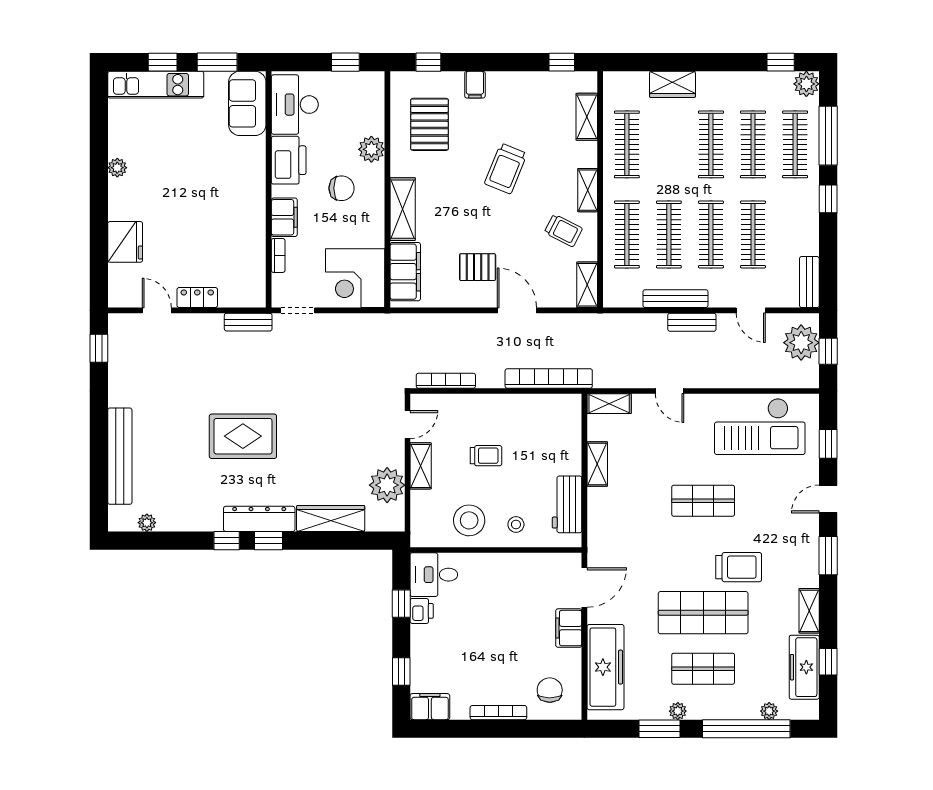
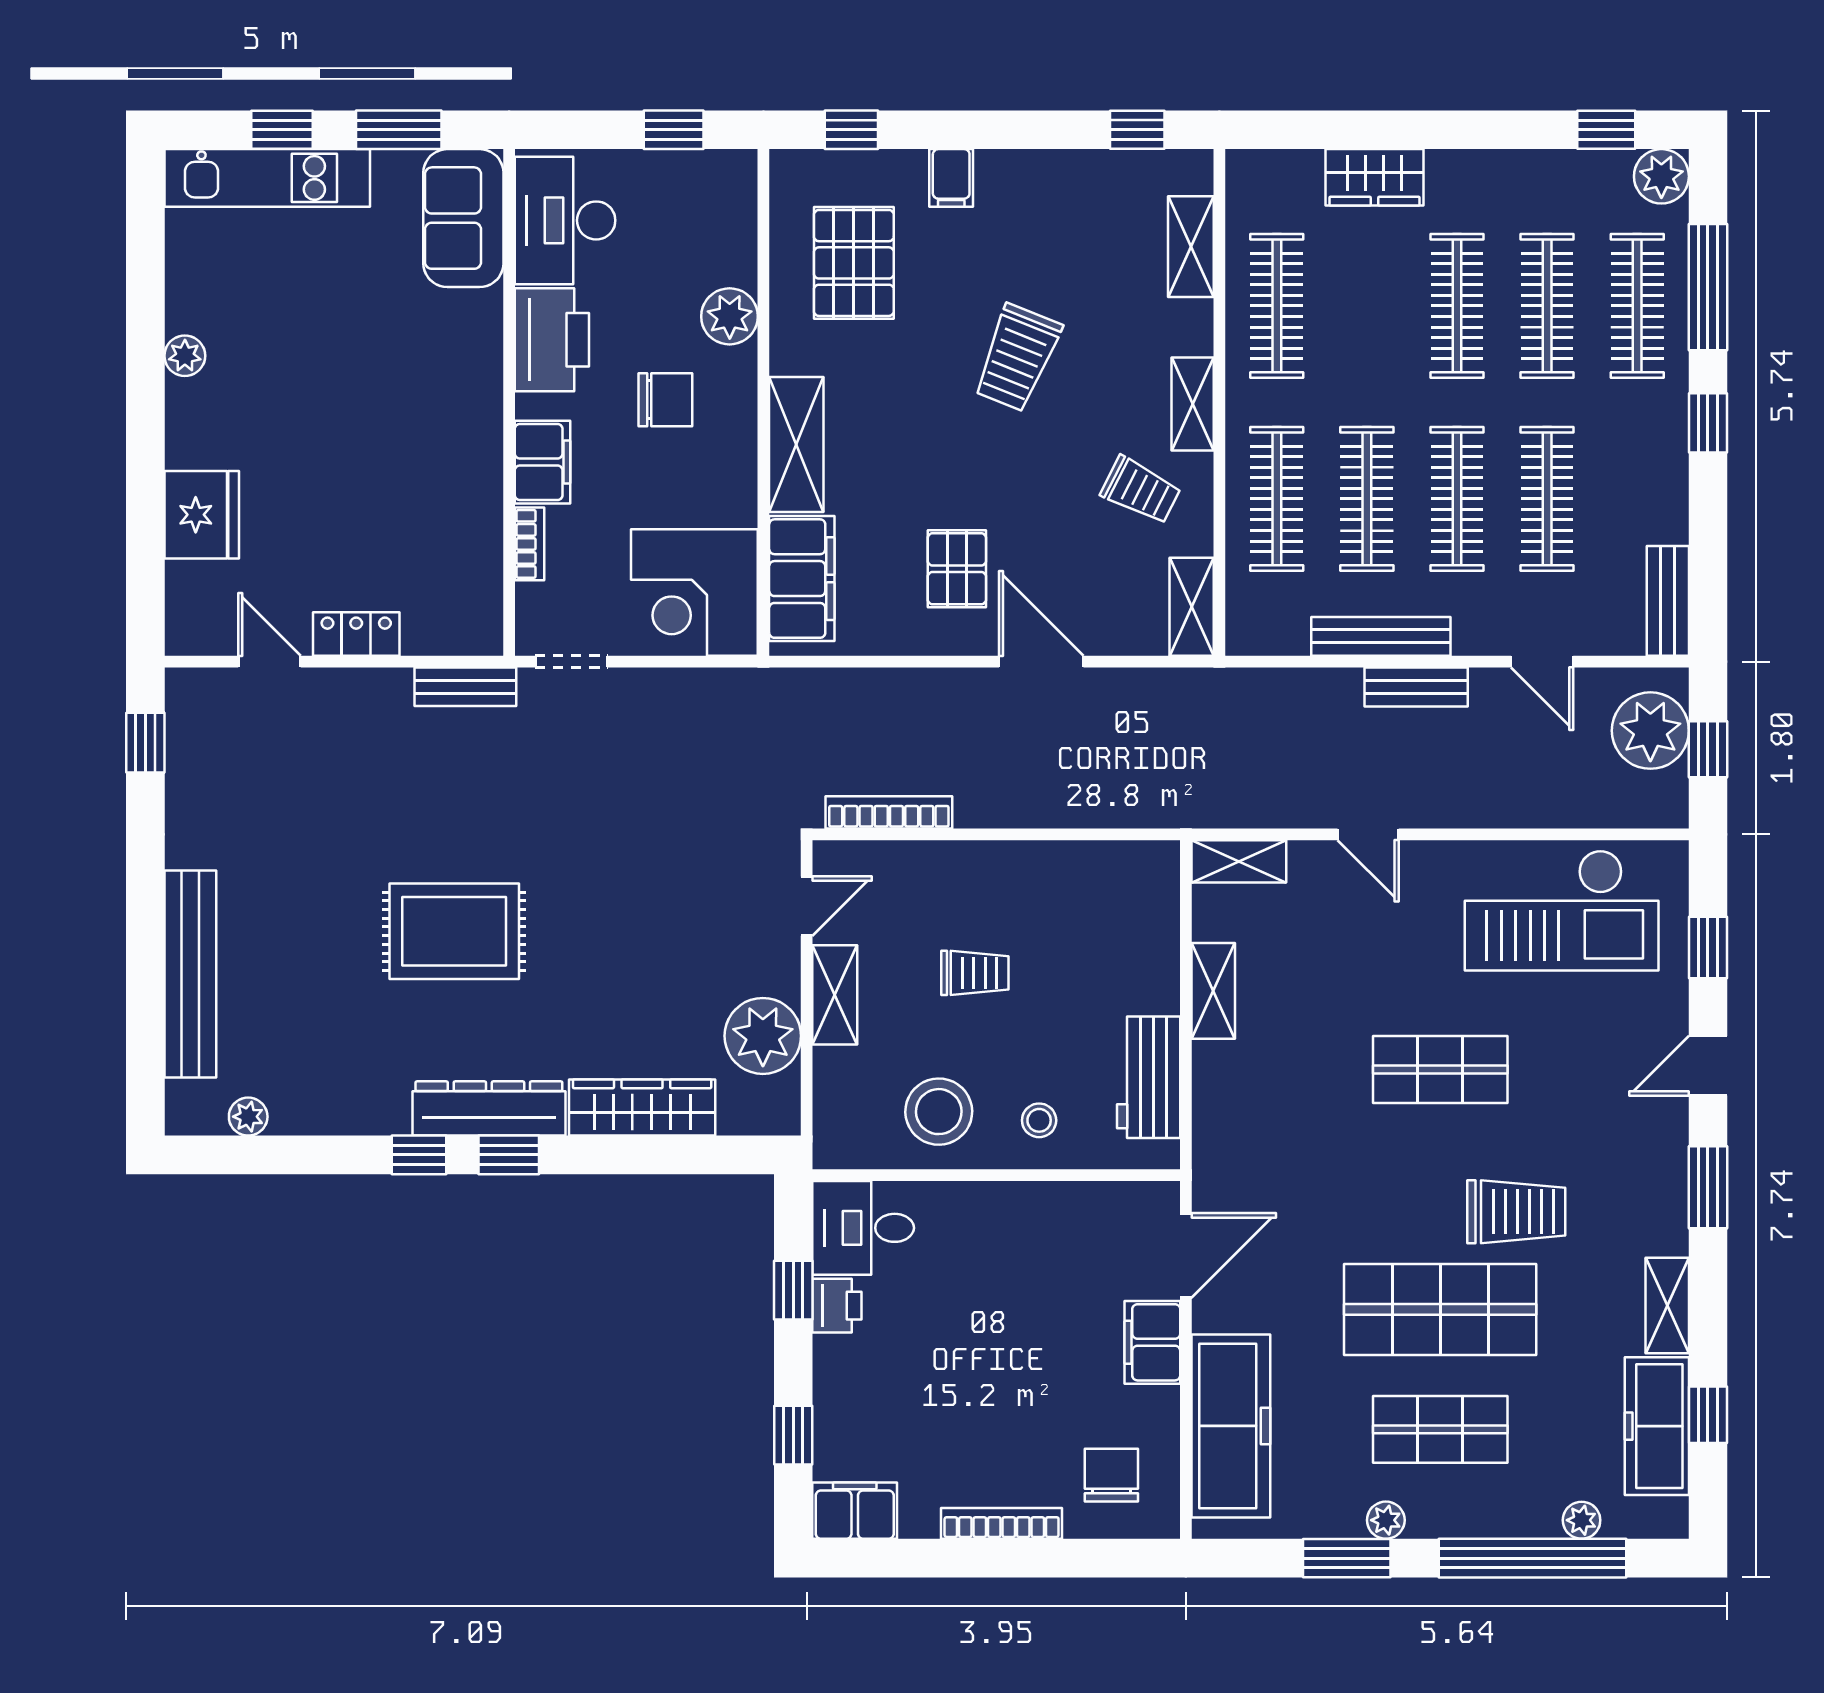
pallet: (478, 267) -> (957, 569), turned 90
bookcase: (549, 378) -> (1109, 807), removed

